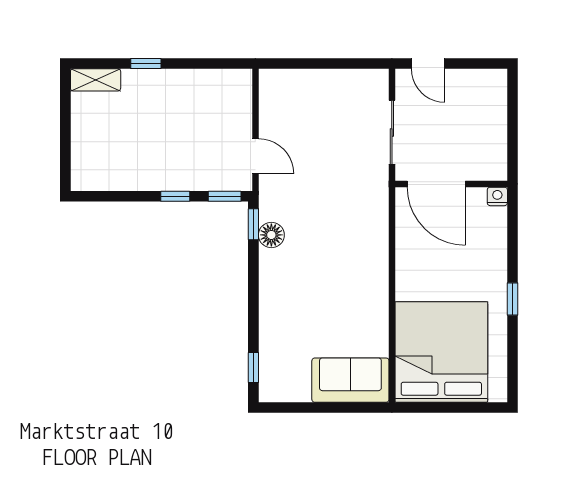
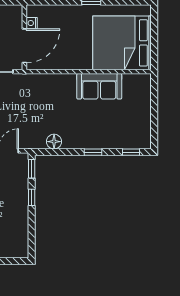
nightstand: (497, 196) -> (32, 23), moved
window: (253, 224) -> (93, 152), moved
sofa: (350, 380) -> (99, 86), moved, turned -90

